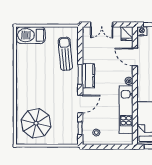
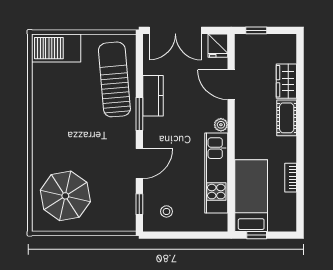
double door: (102, 25) -> (175, 30), width x1.37
nightstand: (142, 31) -> (243, 42), removed
sun lounger: (65, 54) -> (114, 79), width x1.36, depth x1.34
kitchen counter: (88, 76) -> (153, 96), moved

